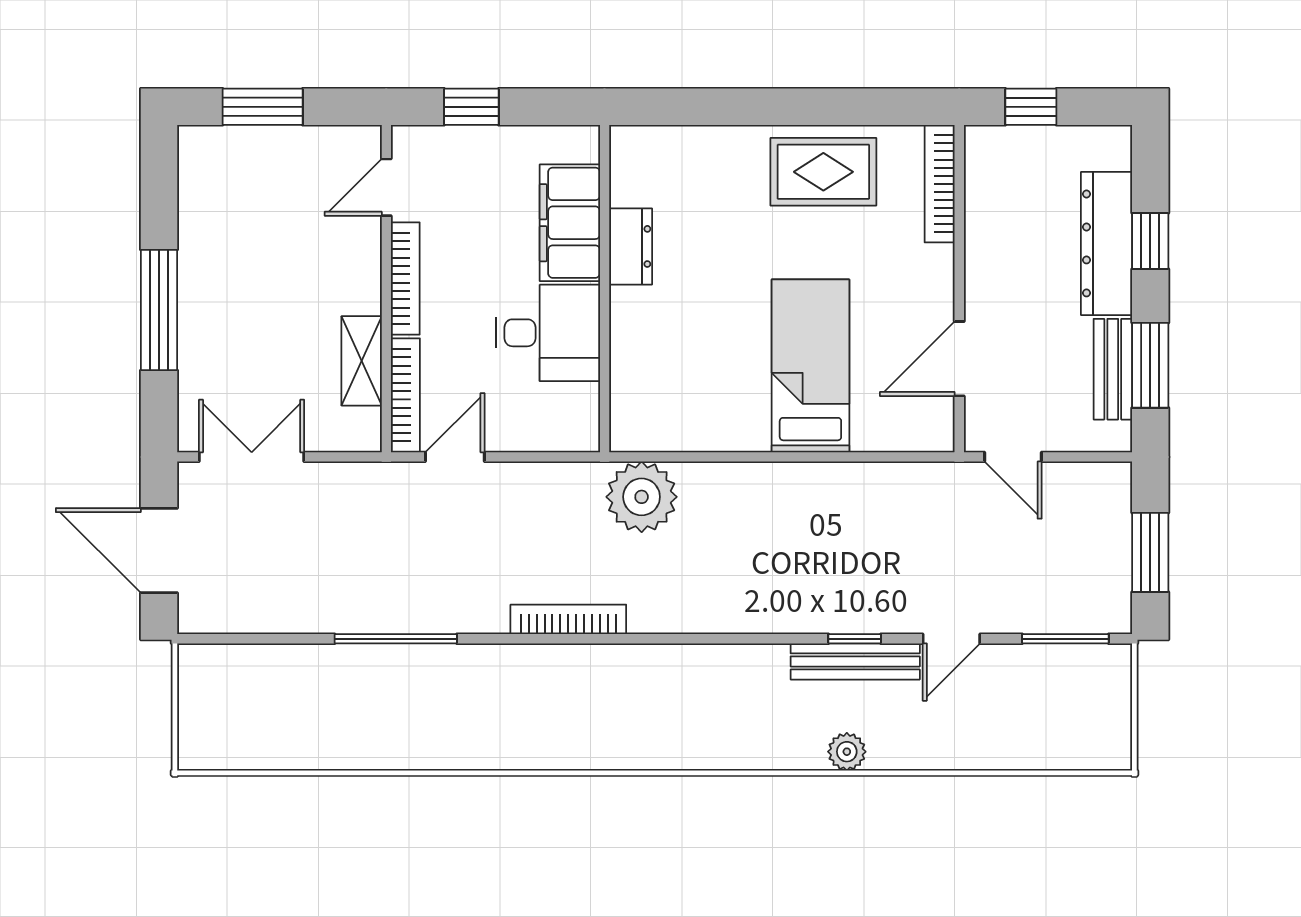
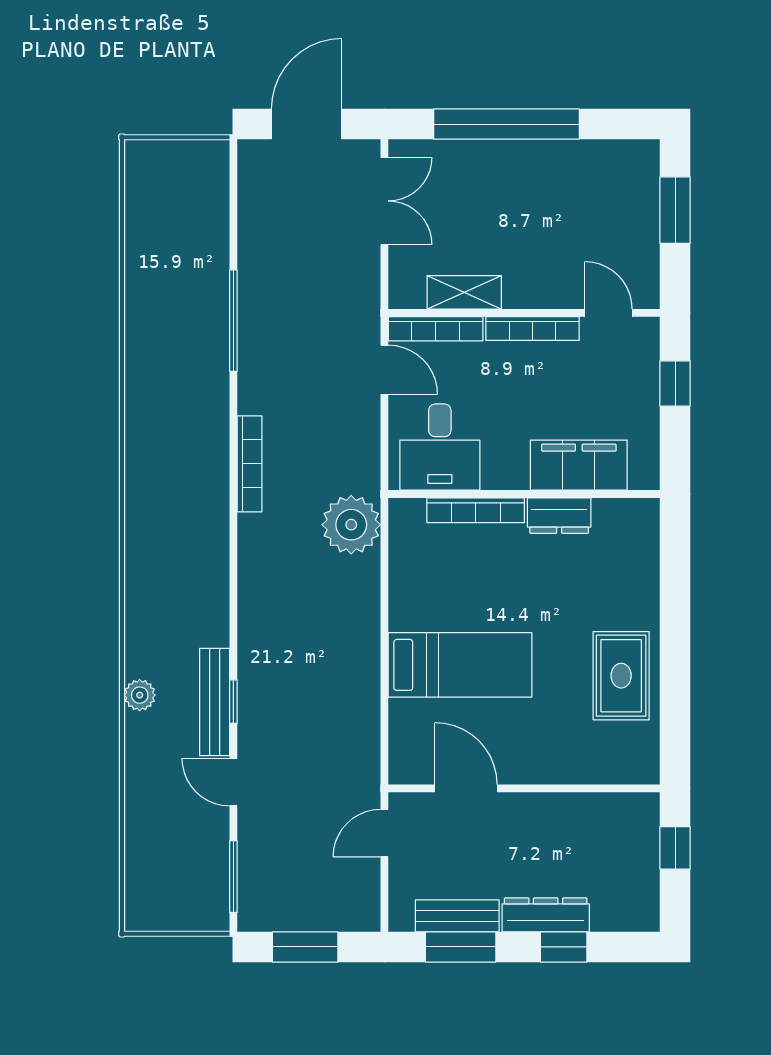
bookcase: (940, 184) -> (476, 510), moved, turned 180
dresser: (1106, 243) -> (546, 915), width x0.73, depth x0.80
window: (159, 310) -> (506, 124), width x1.46
desk: (548, 333) -> (440, 447), moved

